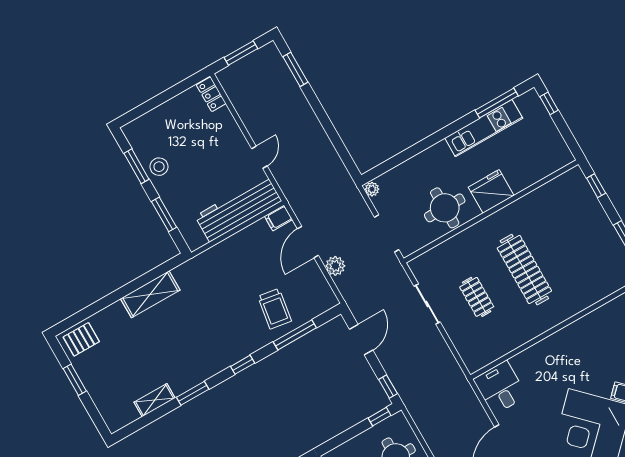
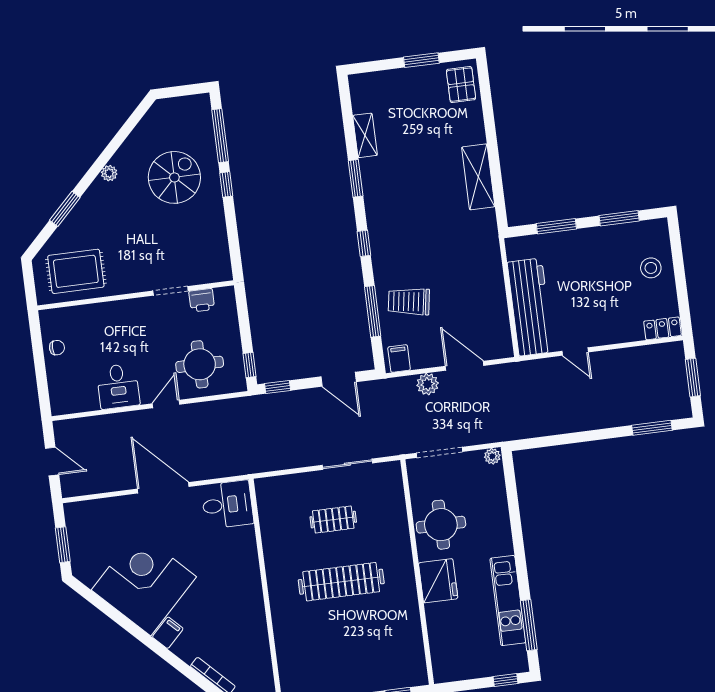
stool: (159, 167) -> (651, 268), moved
filing cabinet: (278, 218) -> (399, 359), moved

